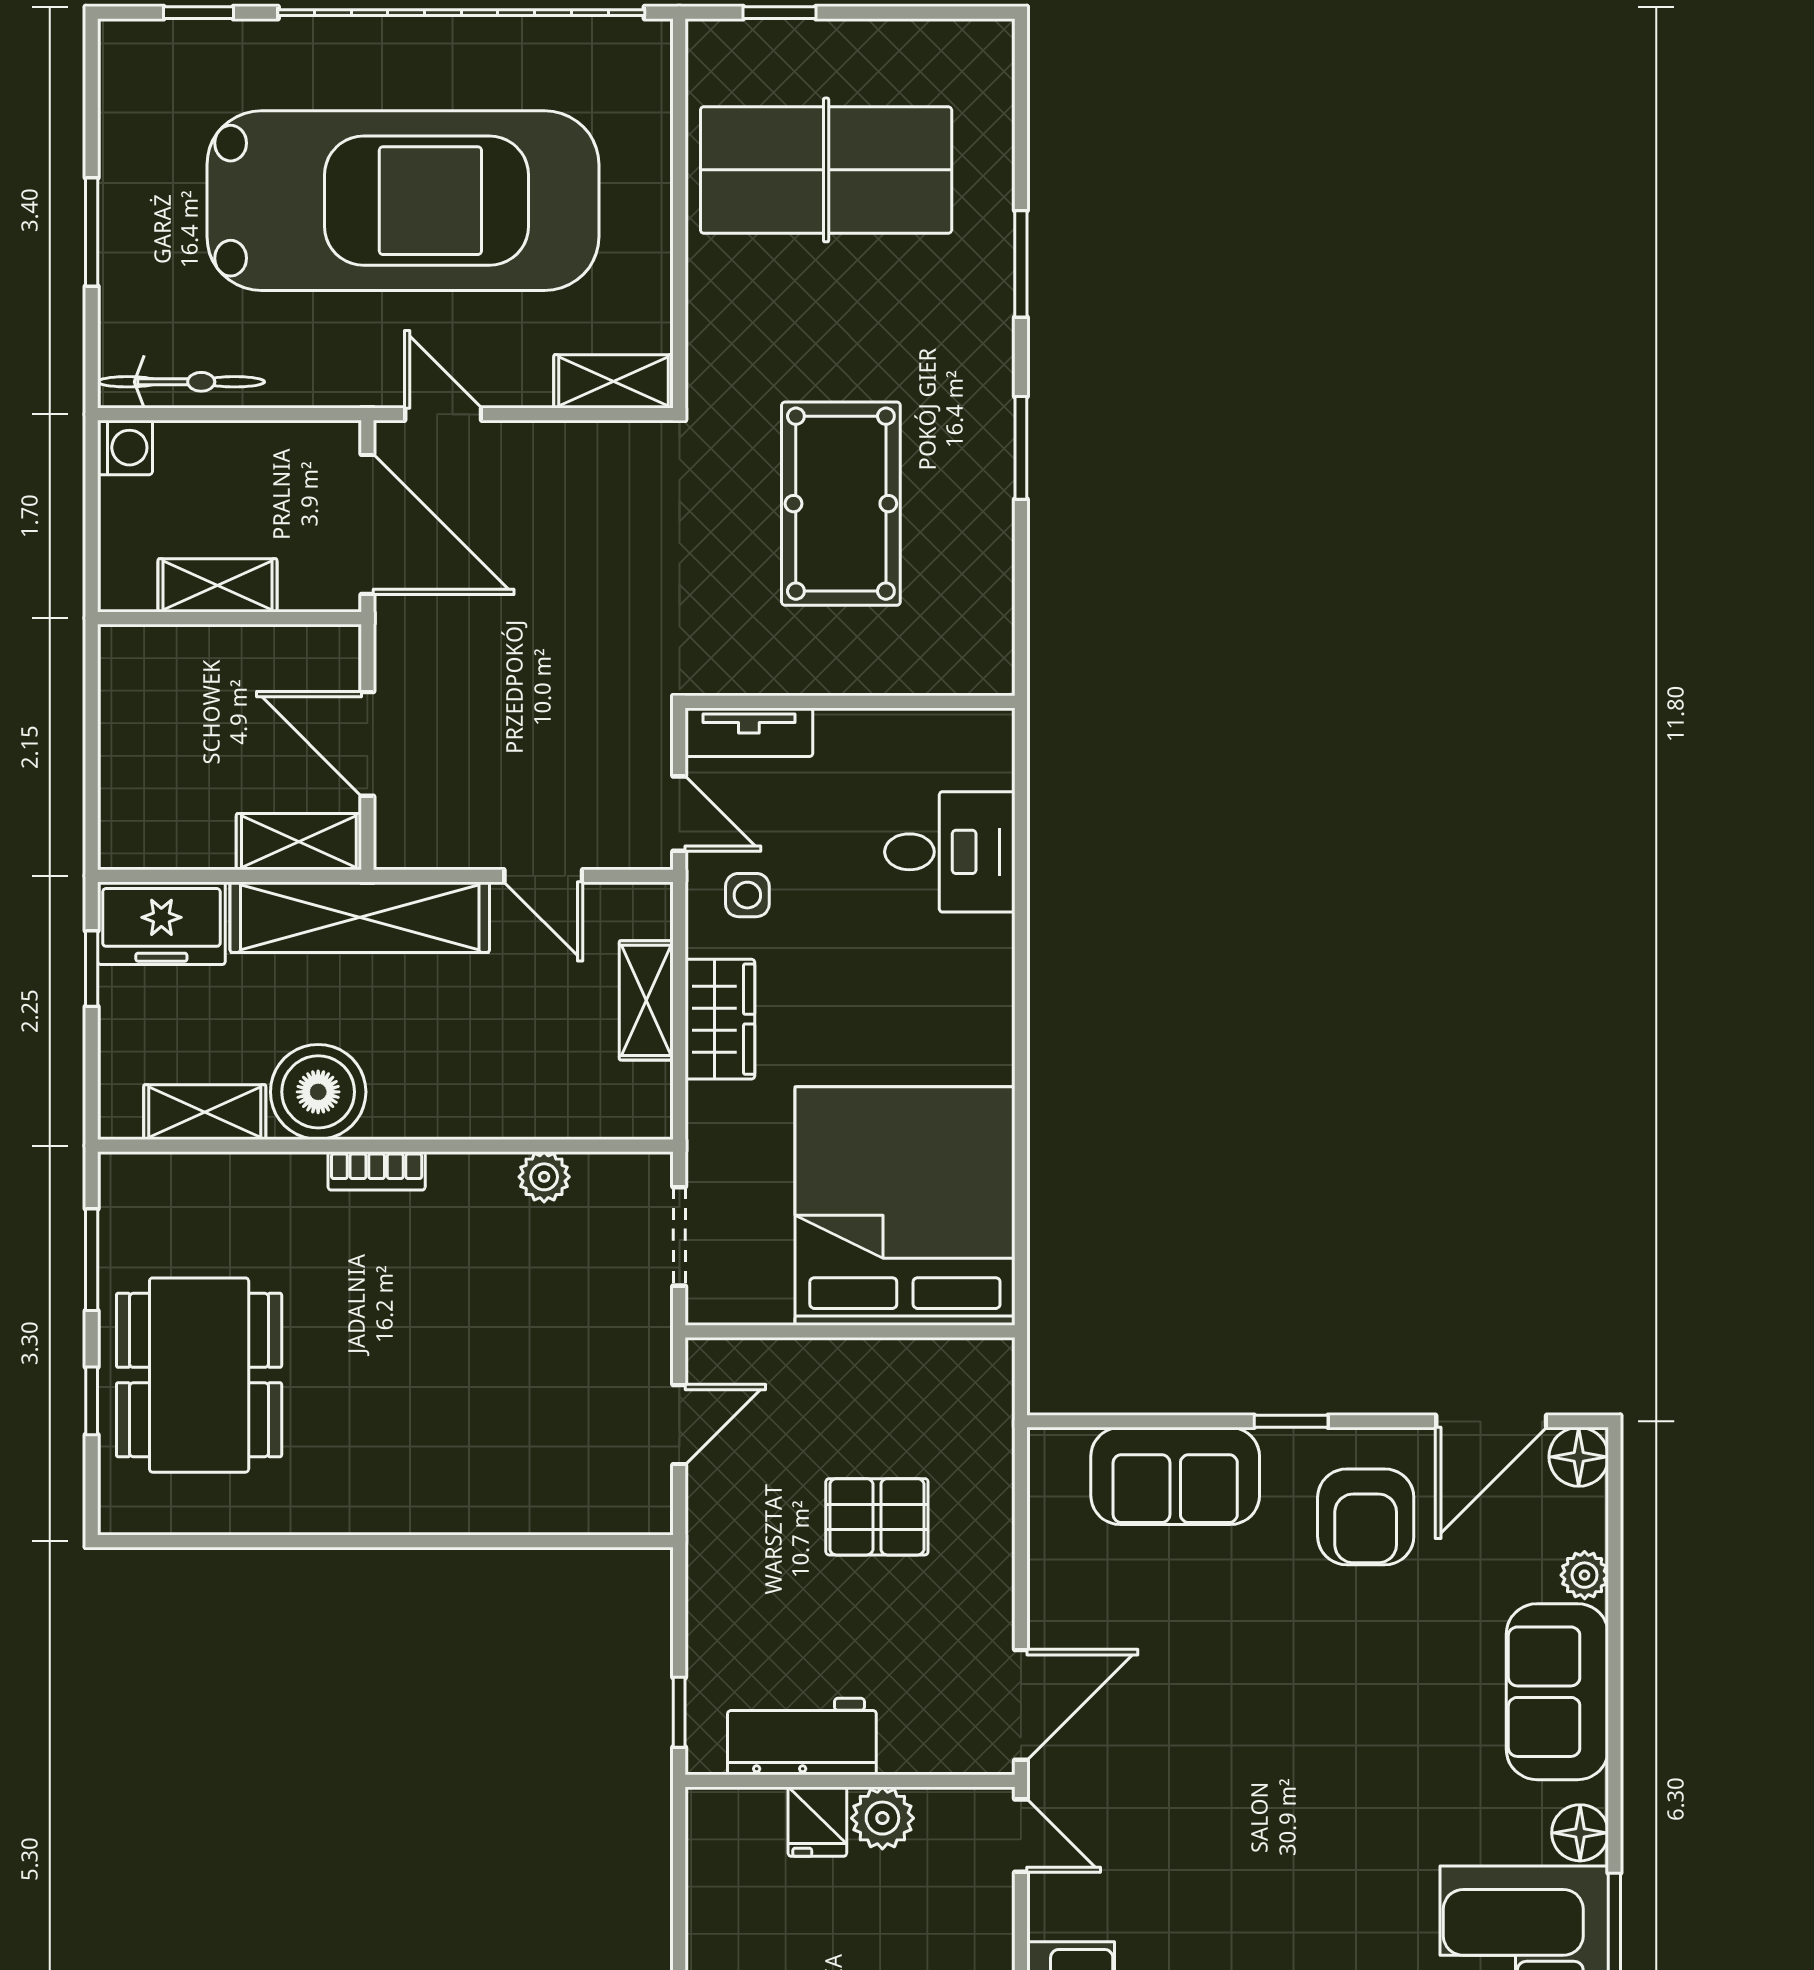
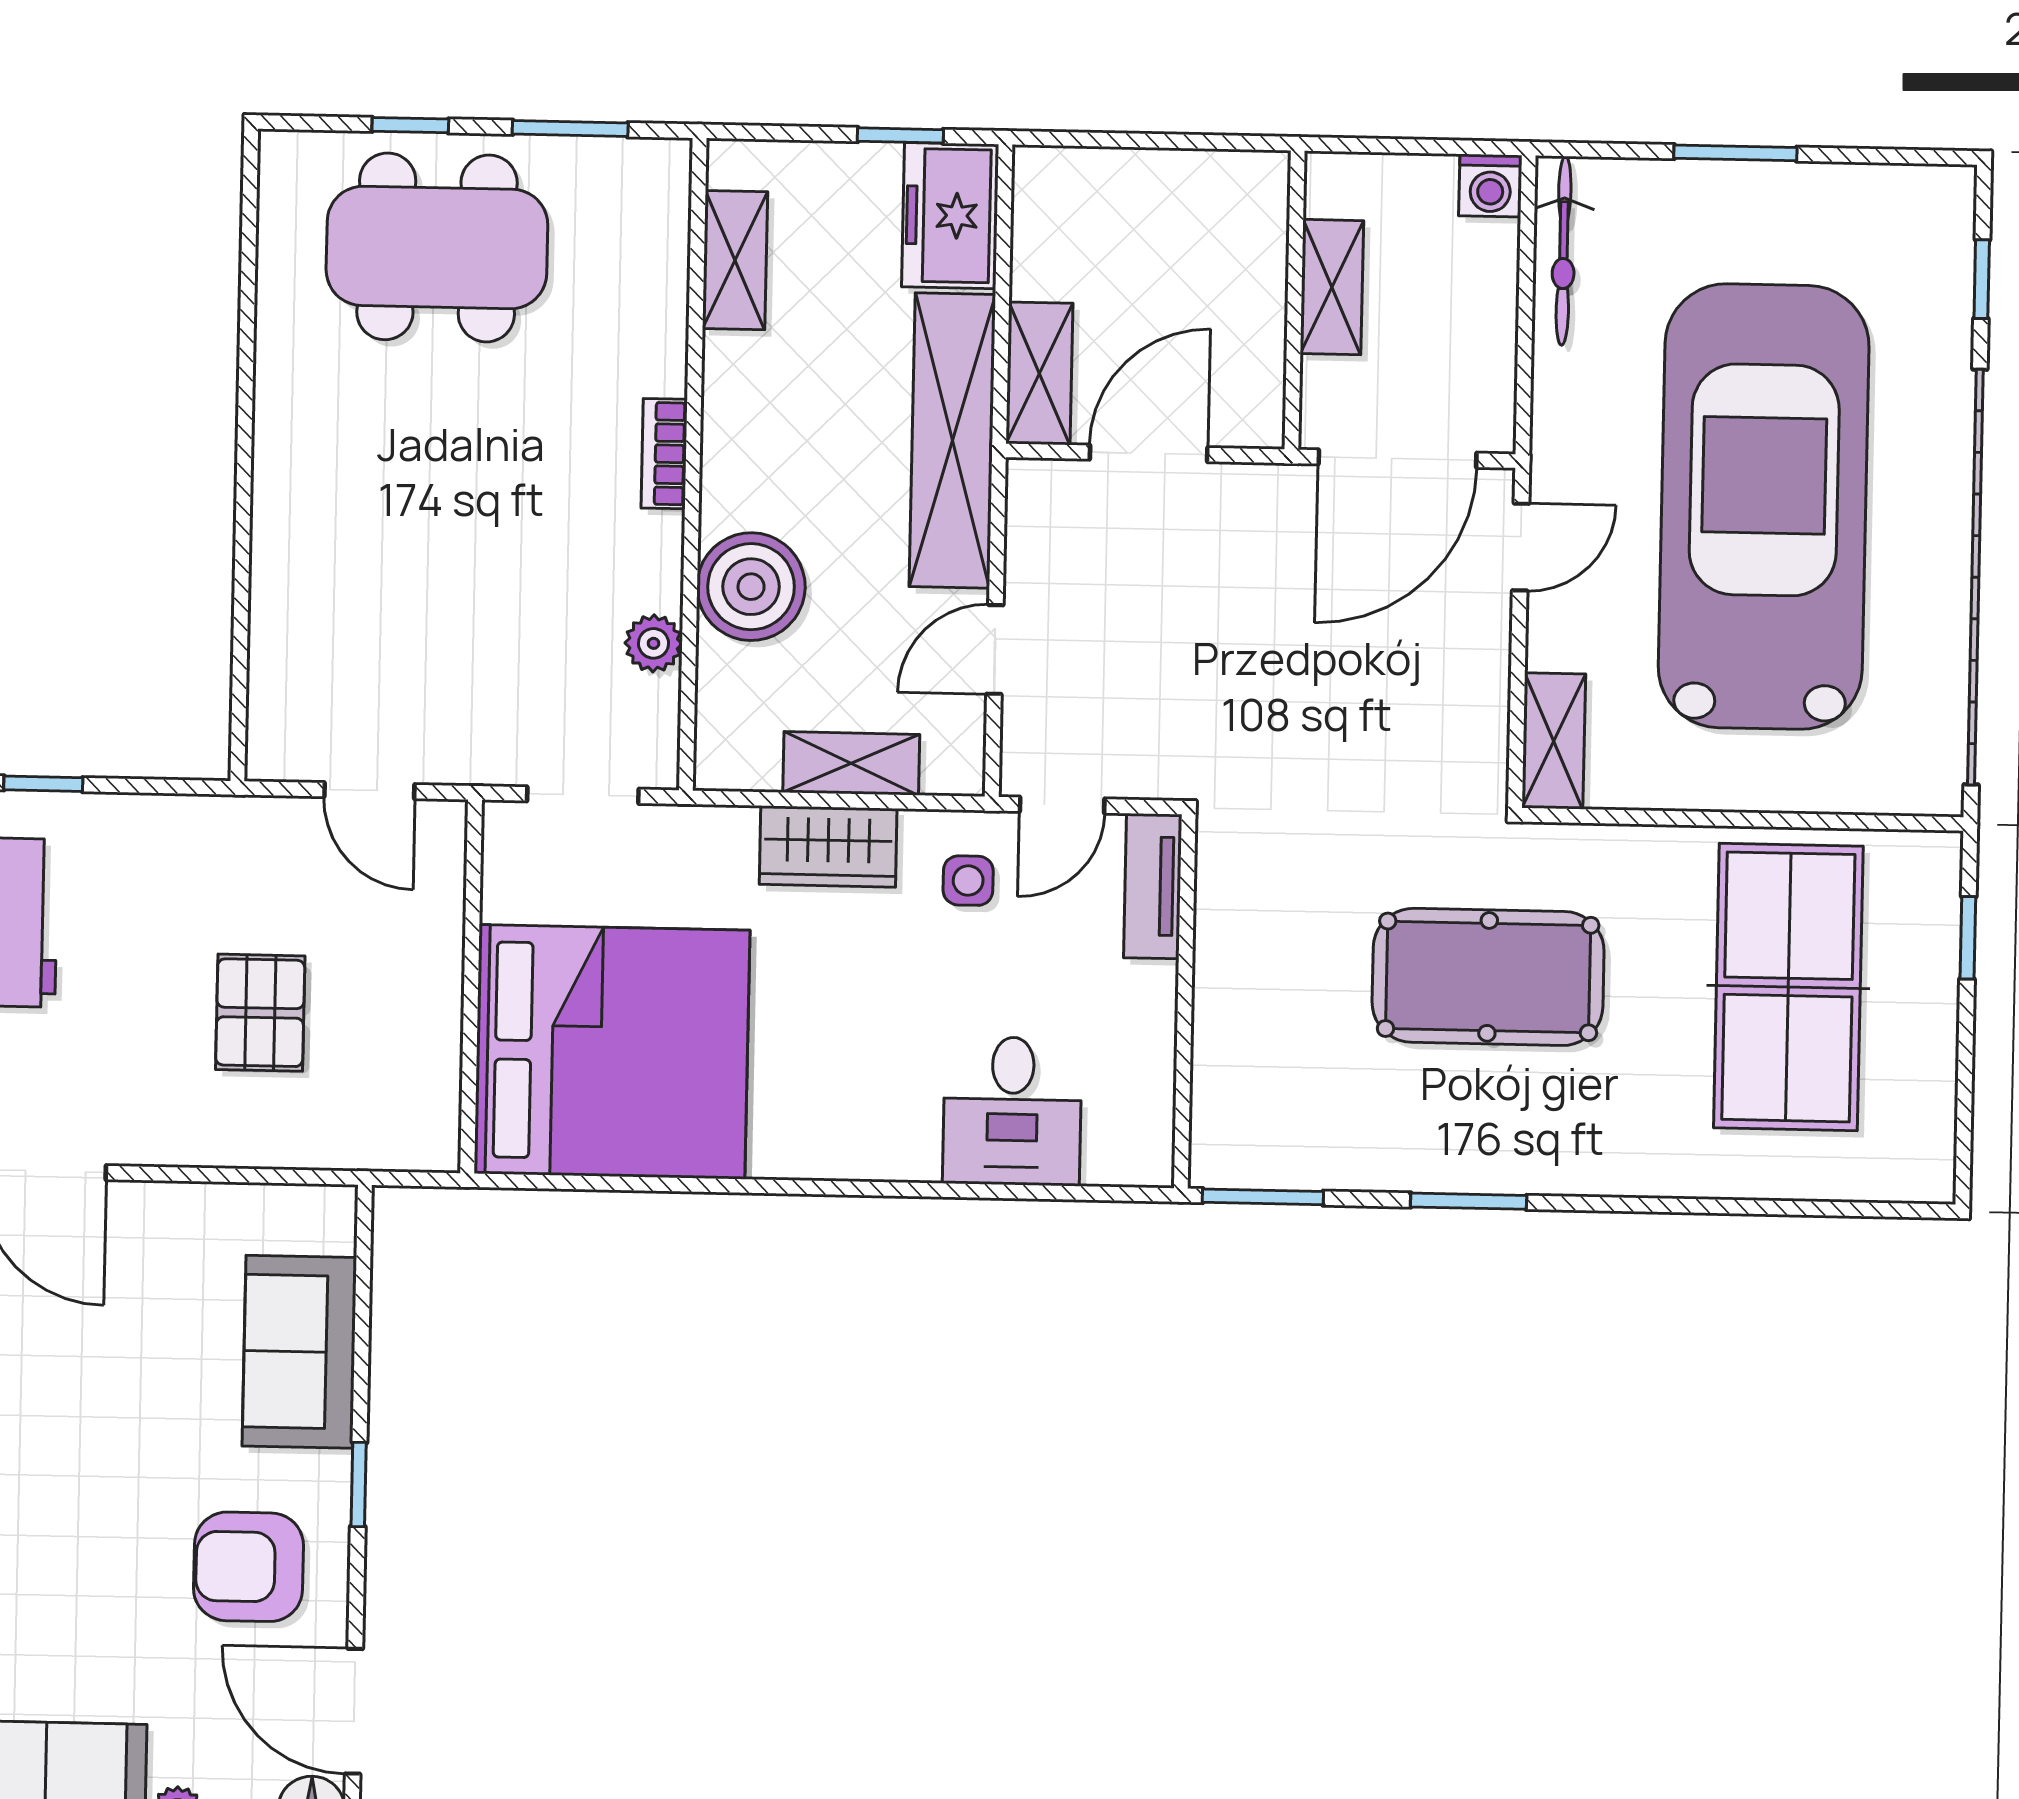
car: (403, 201) -> (1764, 507), turned 180
window: (1021, 264) -> (1263, 1197), moved
pool table: (841, 504) -> (1488, 977), moved
boiler: (318, 1092) -> (751, 587), moved

